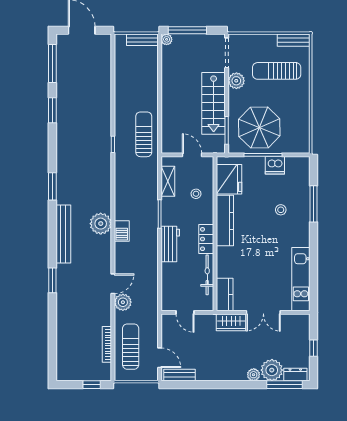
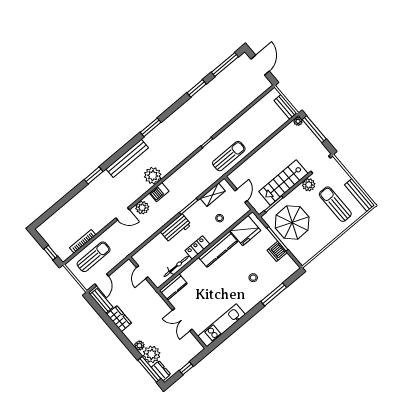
bench: (294, 40) -> (360, 195), width x1.36
plant: (123, 302) -> (142, 208), moved
wardrobe: (231, 322) -> (119, 319), moved, turned 180

